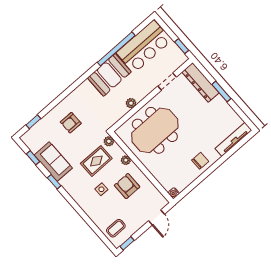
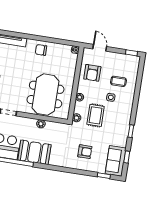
meeting table: (155, 130) -> (46, 94), turned 90
rug: (96, 161) -> (96, 115), turned 90
sofa: (53, 162) -> (116, 161), moved
armchair: (127, 186) -> (92, 73), moved
door: (156, 217) -> (100, 48), hinge flipped
coffee table: (116, 228) -> (118, 81), moved

